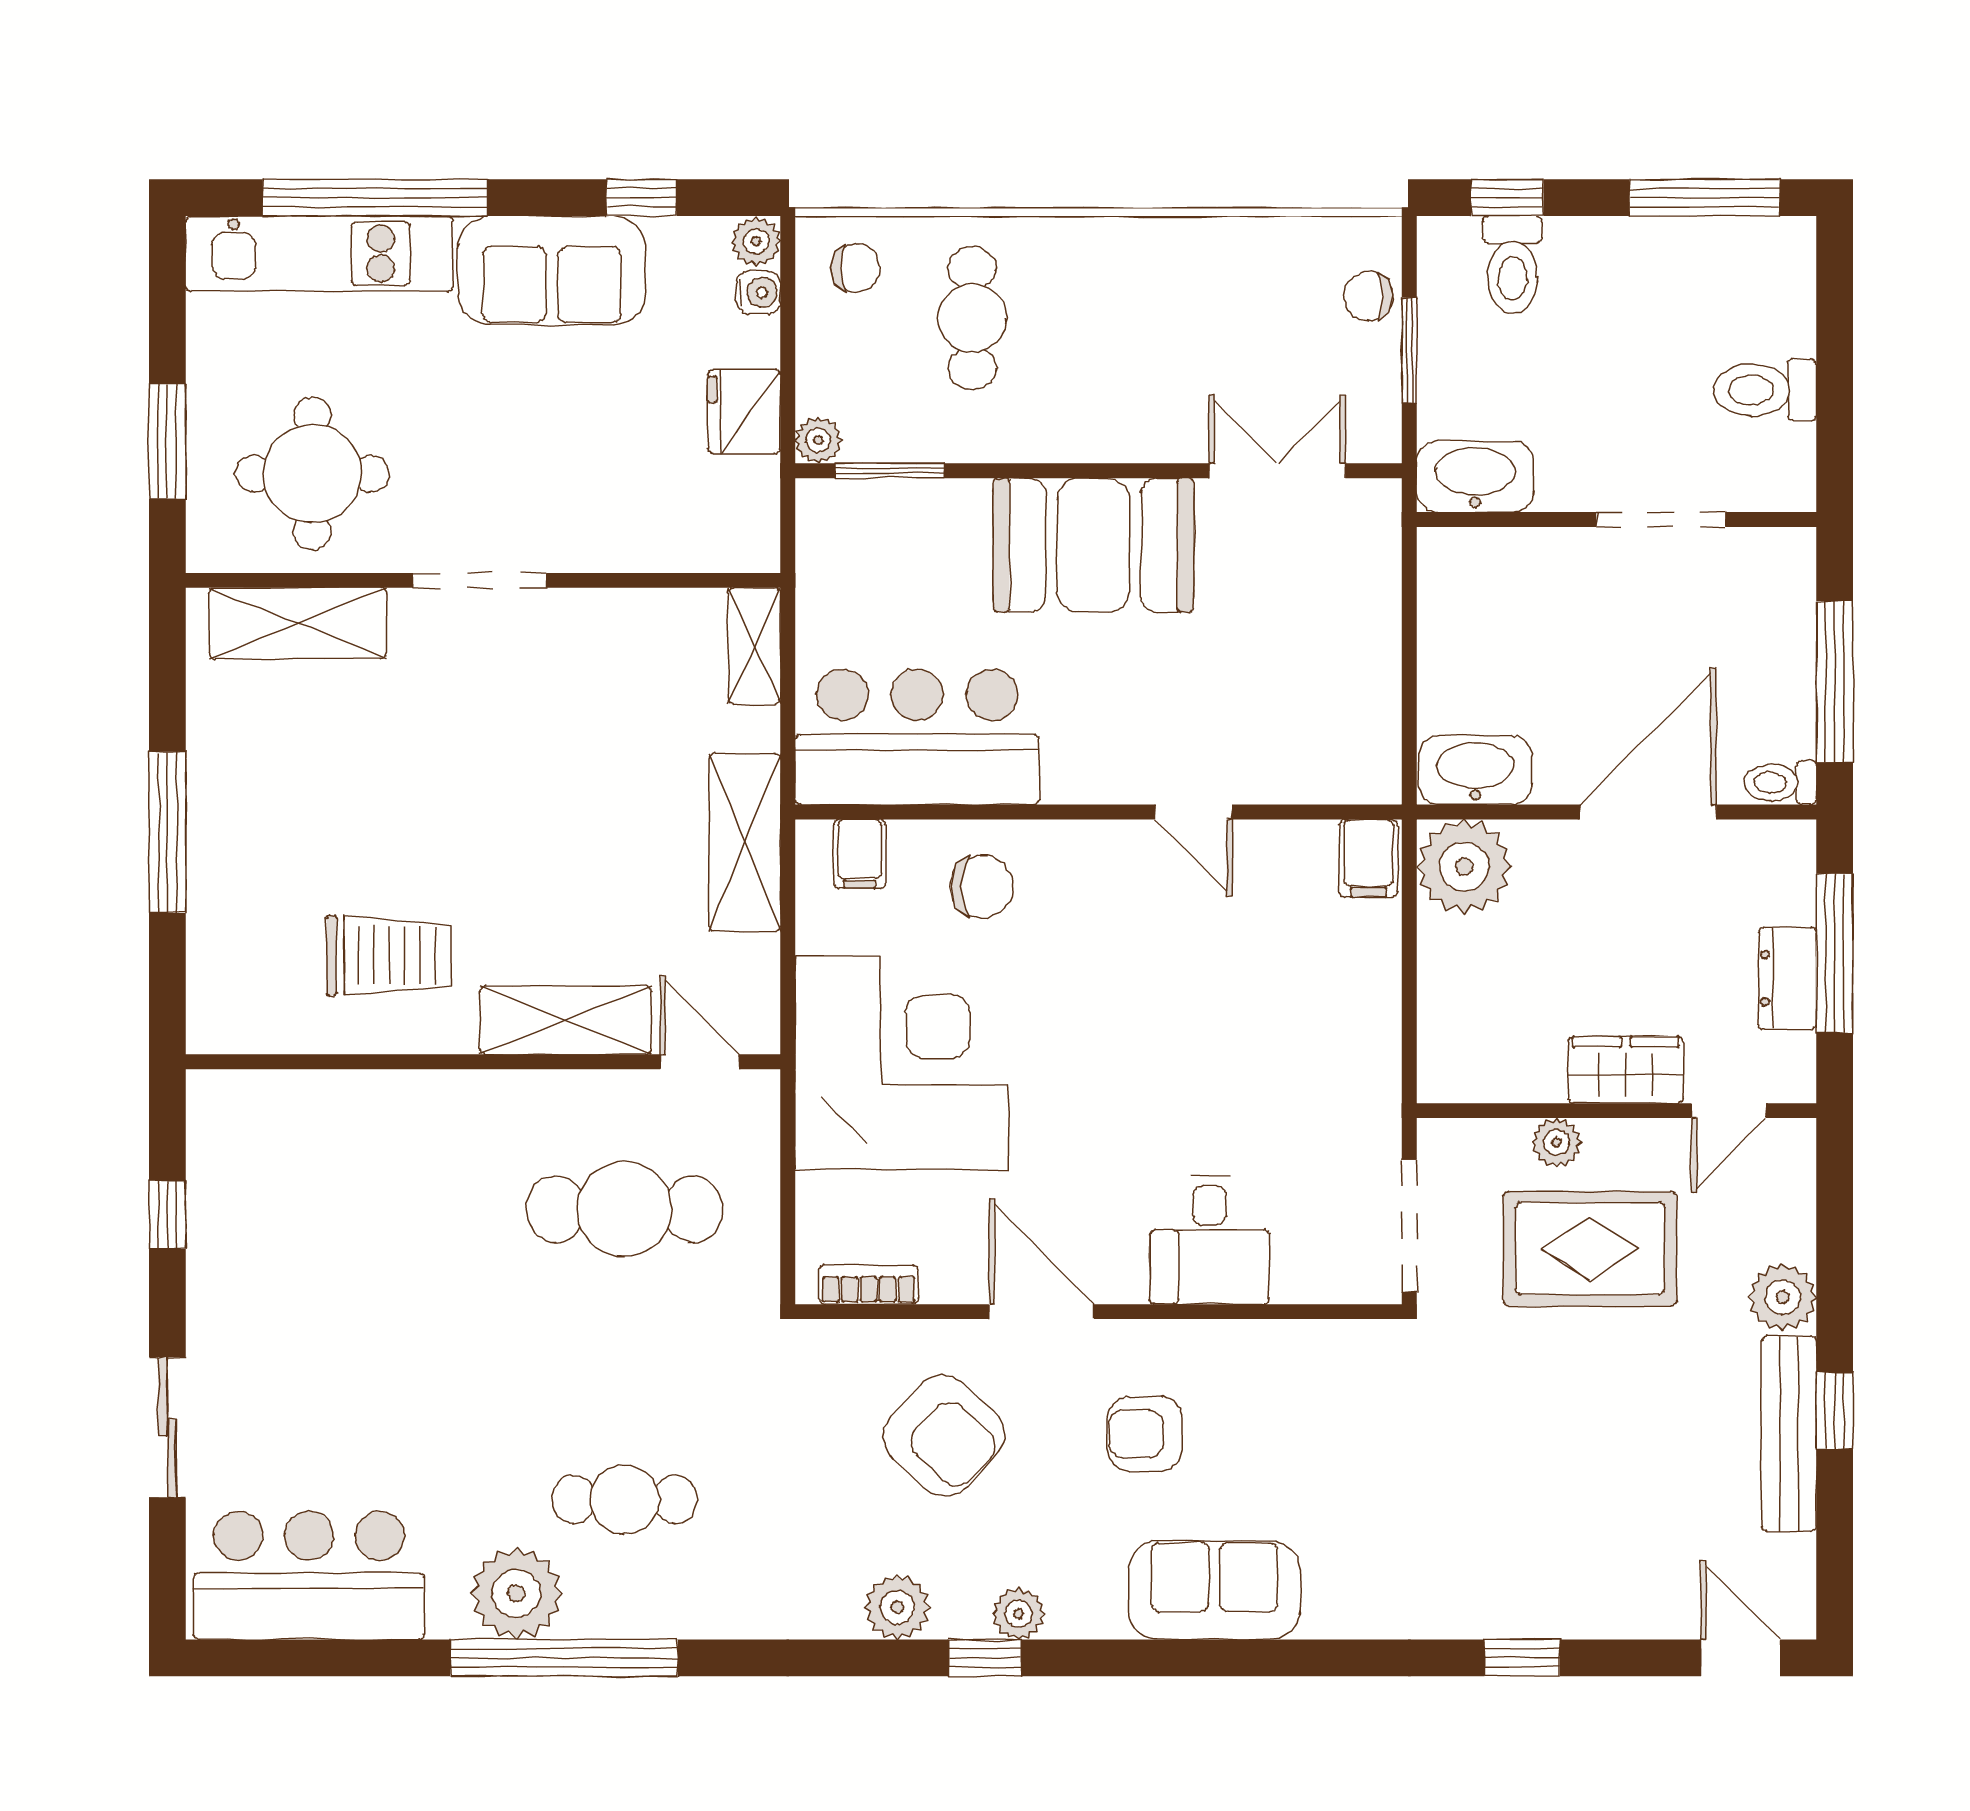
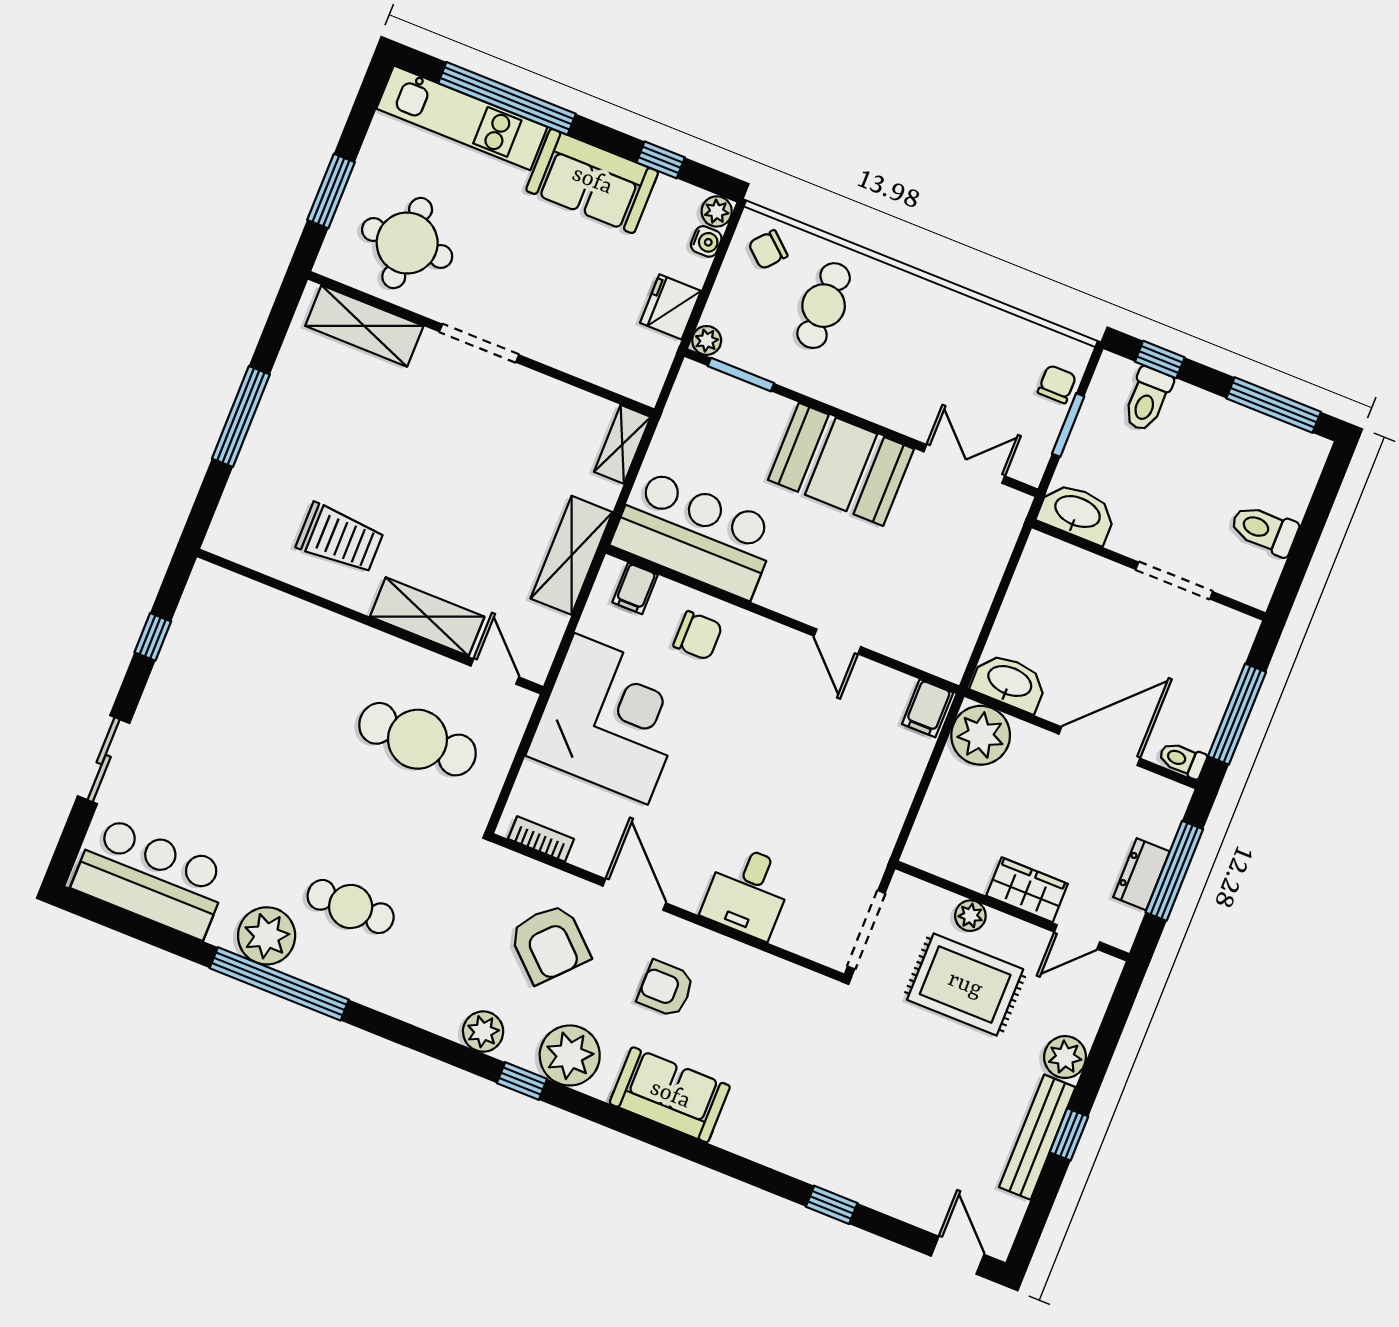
chair: (856, 268) -> (768, 250), turned 131
chair: (1368, 296) -> (1057, 384), turned 90
plant: (1019, 1614) -> (570, 1055), width x1.87, depth x1.87

